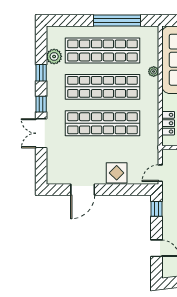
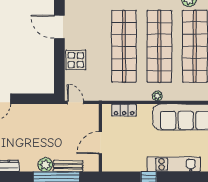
plant: (154, 72) -> (157, 96), moved
window: (156, 209) -> (41, 99), removed

